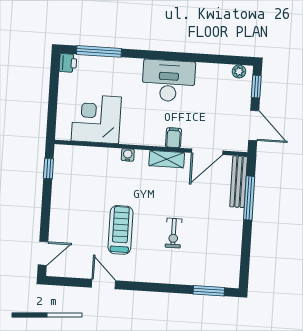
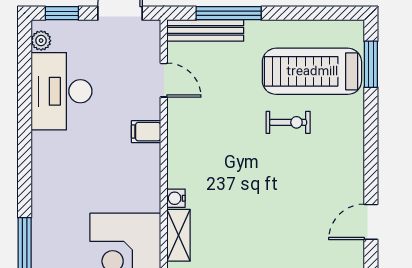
desk: (169, 81) -> (62, 91), moved
door: (207, 152) -> (164, 80), width x0.73
shelving: (167, 159) -> (179, 235), moved
treadmill: (121, 230) -> (312, 71), moved, width x1.37, depth x1.38

